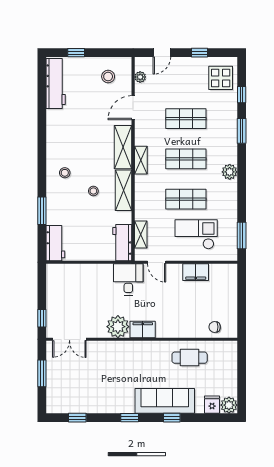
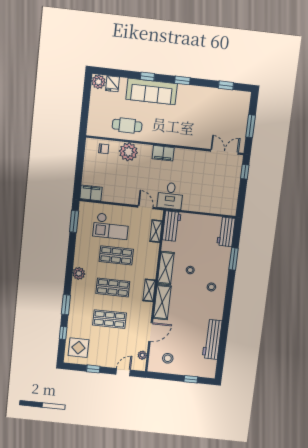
workbench: (56, 83) -> (212, 339), moved
filing cabinet: (196, 272) -> (91, 193), moved
plant: (118, 327) -> (128, 152), moved

